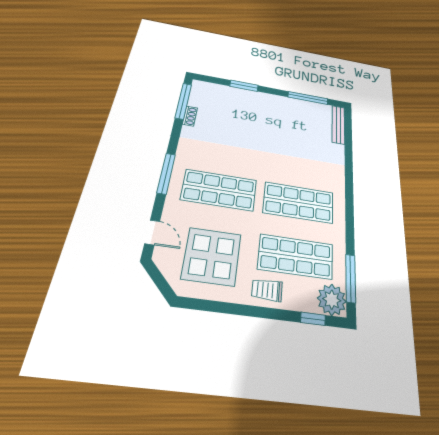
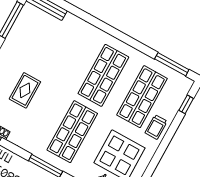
rug: (245, 128) -> (25, 90), added
plant: (332, 300) -> (180, 85), removed

